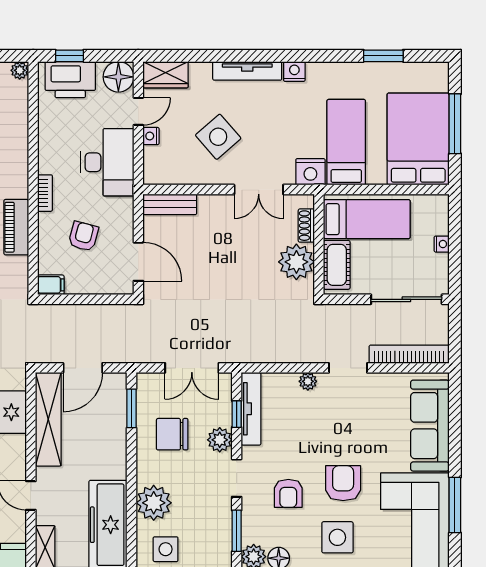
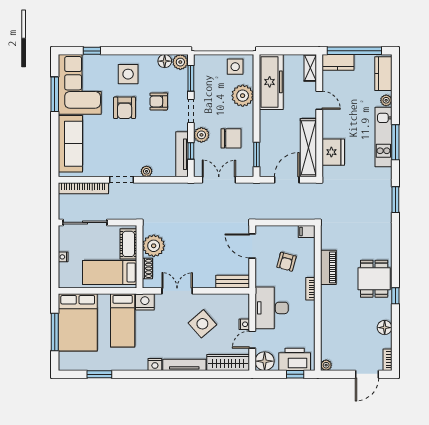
wardrobe: (166, 75) -> (228, 363), width x1.50
armchair: (288, 493) -> (159, 101), turned -90

